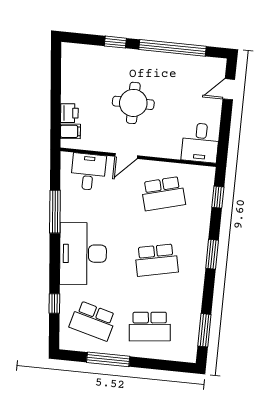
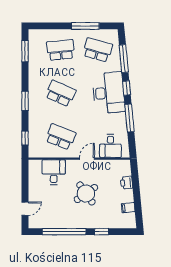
round table: (133, 103) -> (86, 193), turned -35
filing cabinet: (70, 131) -> (128, 208), moved
desk: (200, 143) -> (54, 172), moved
school desk: (163, 194) -> (61, 137), turned 36
window: (55, 258) -> (127, 88), added
school desk: (156, 260) -> (61, 93), turned 36
window: (54, 303) -> (124, 59), width x2.17

